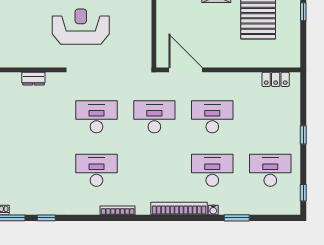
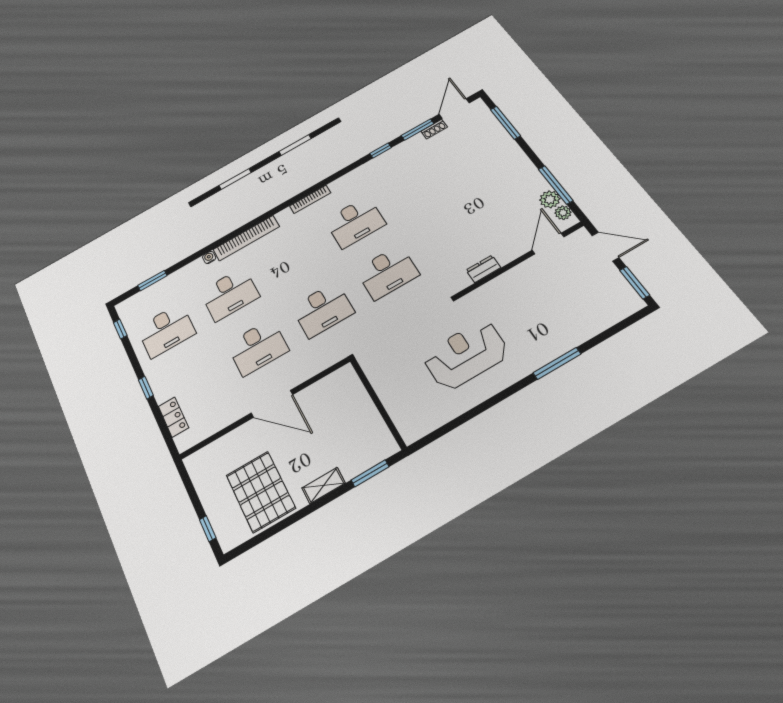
reception desk: (81, 27) -> (466, 355), turned 180
door: (186, 70) -> (272, 404), moved
locker: (276, 79) -> (173, 417), moved, turned 90
window: (237, 218) -> (152, 281), moved

